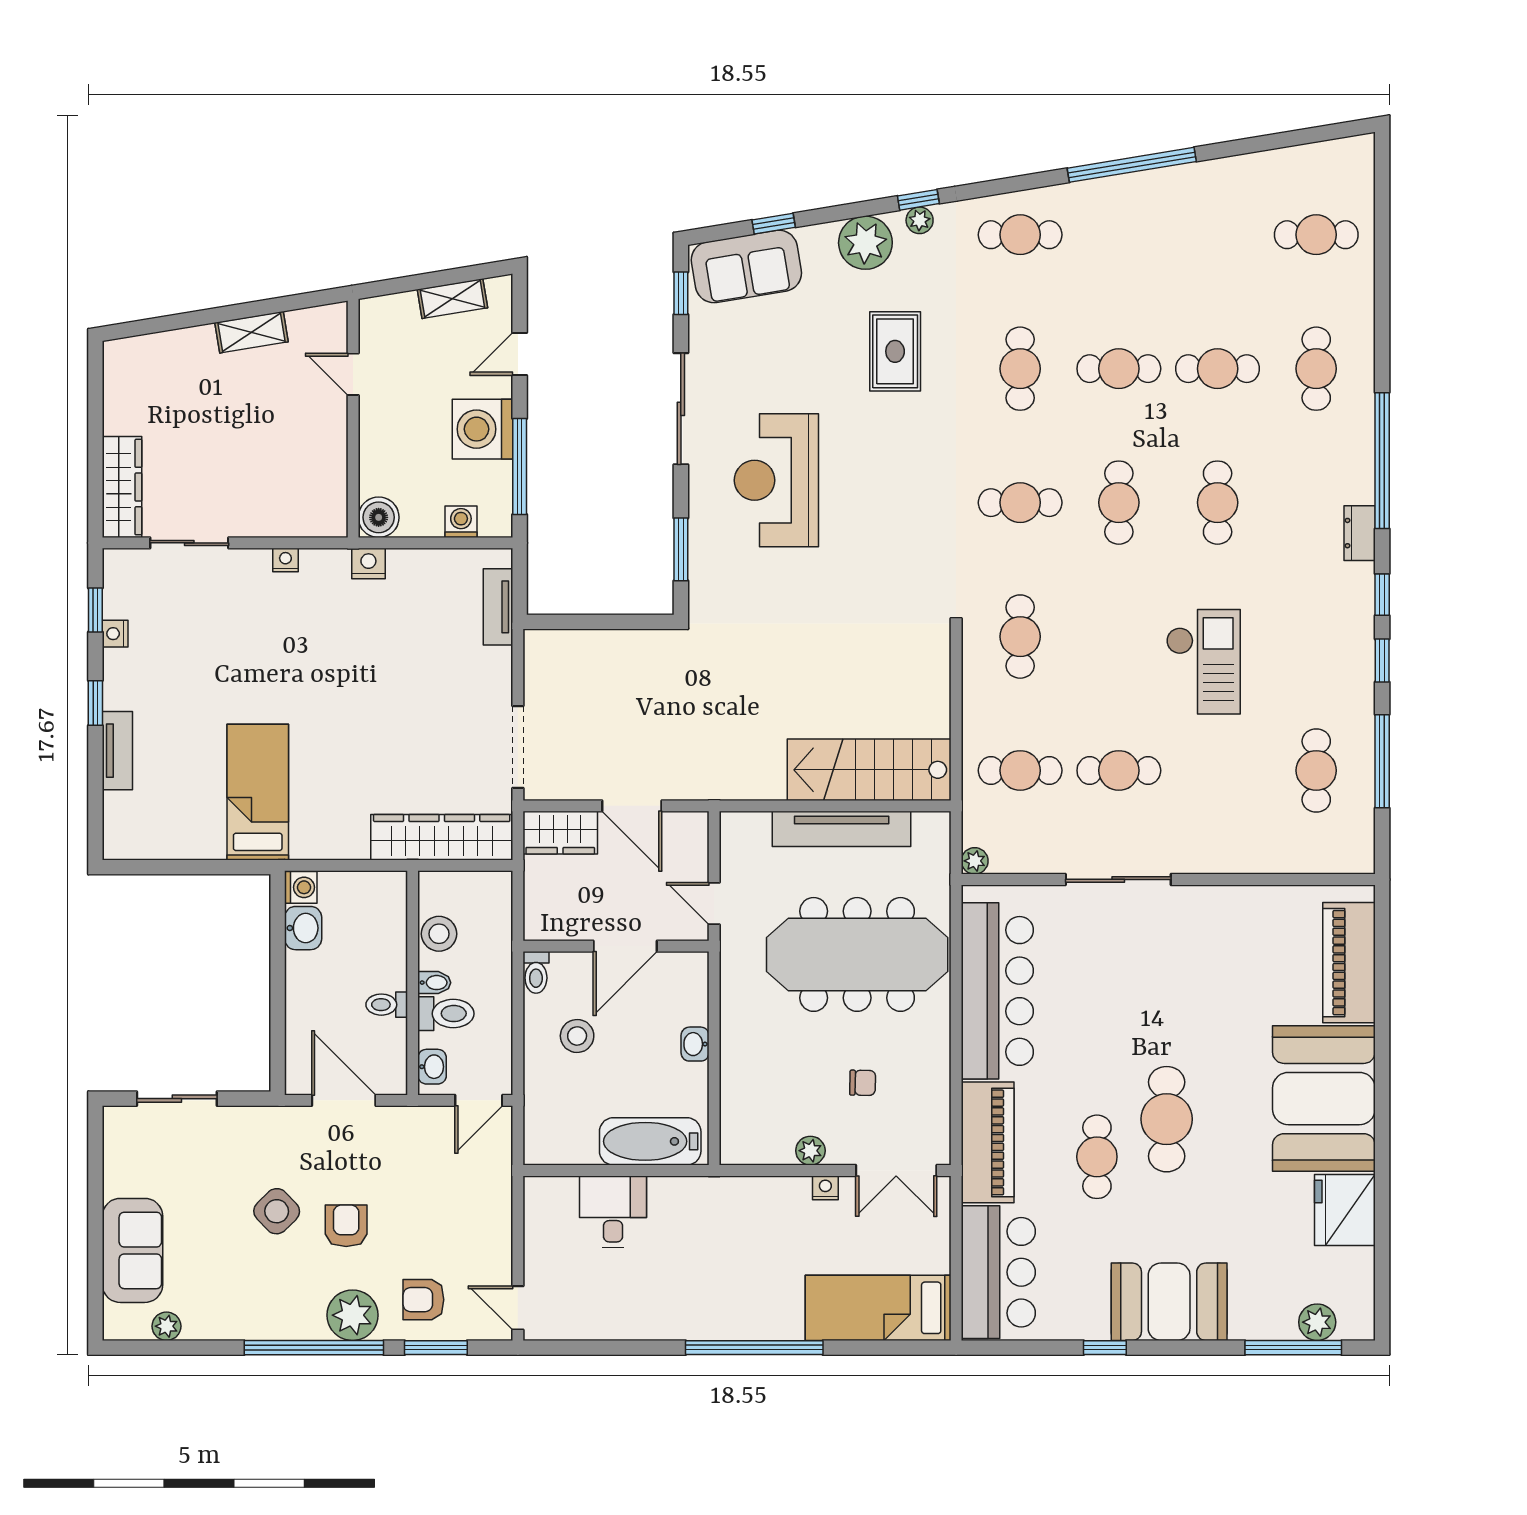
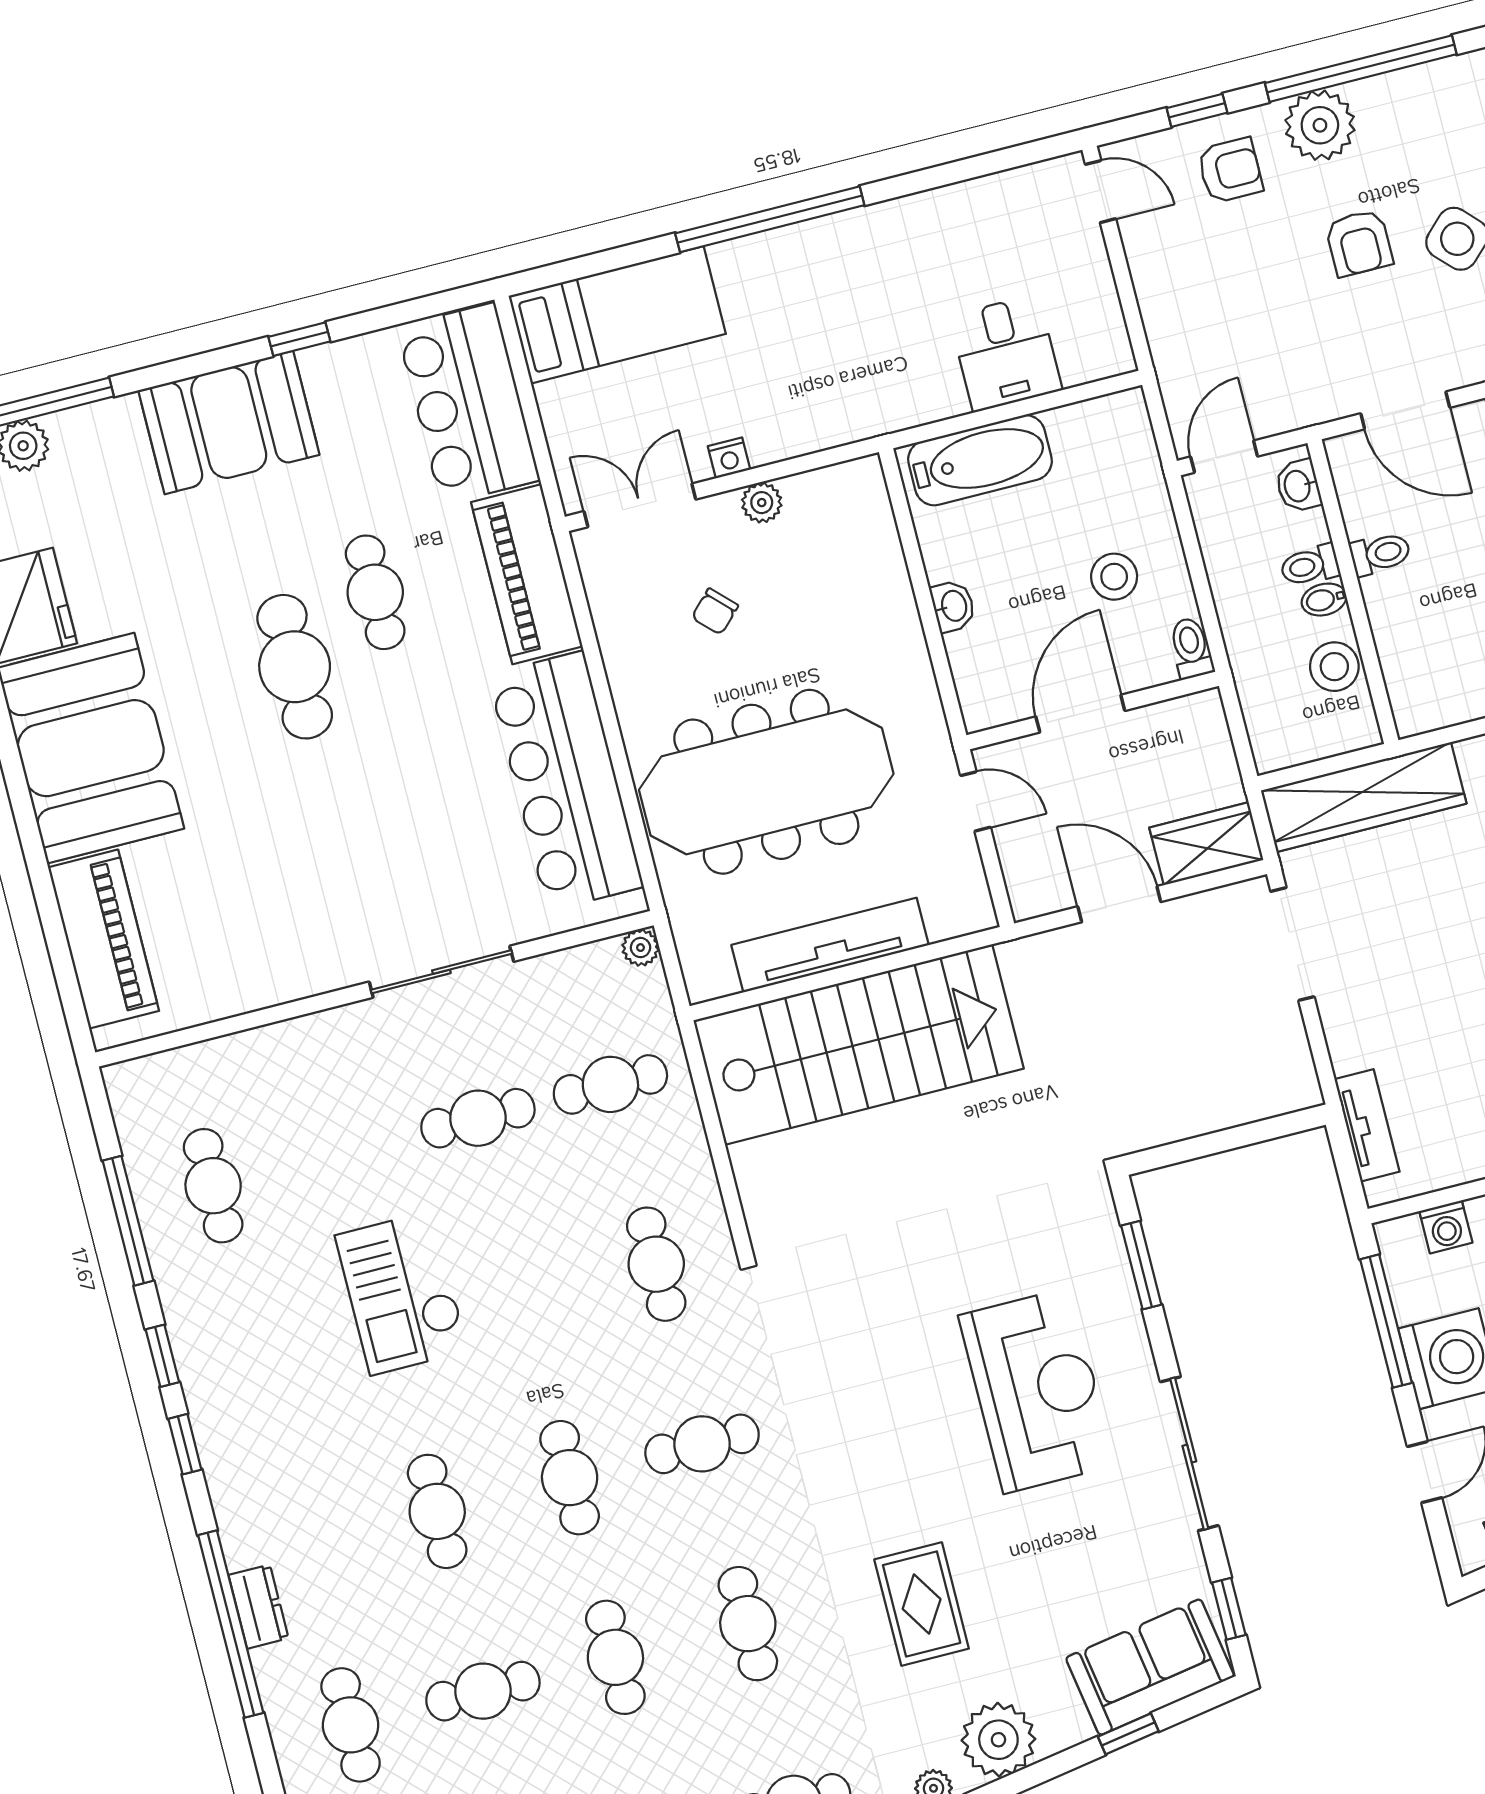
cafe table: (1119, 369) -> (615, 1657), turned 90
dresser: (1360, 533) -> (258, 1607), moved
stairs: (869, 770) -> (858, 1044), width x1.36, depth x1.51
toilet: (446, 1014) -> (1310, 565), width x0.73, depth x0.72
chair: (863, 1083) -> (715, 612), turned -46
window: (436, 1348) -> (1197, 110), width x0.67

